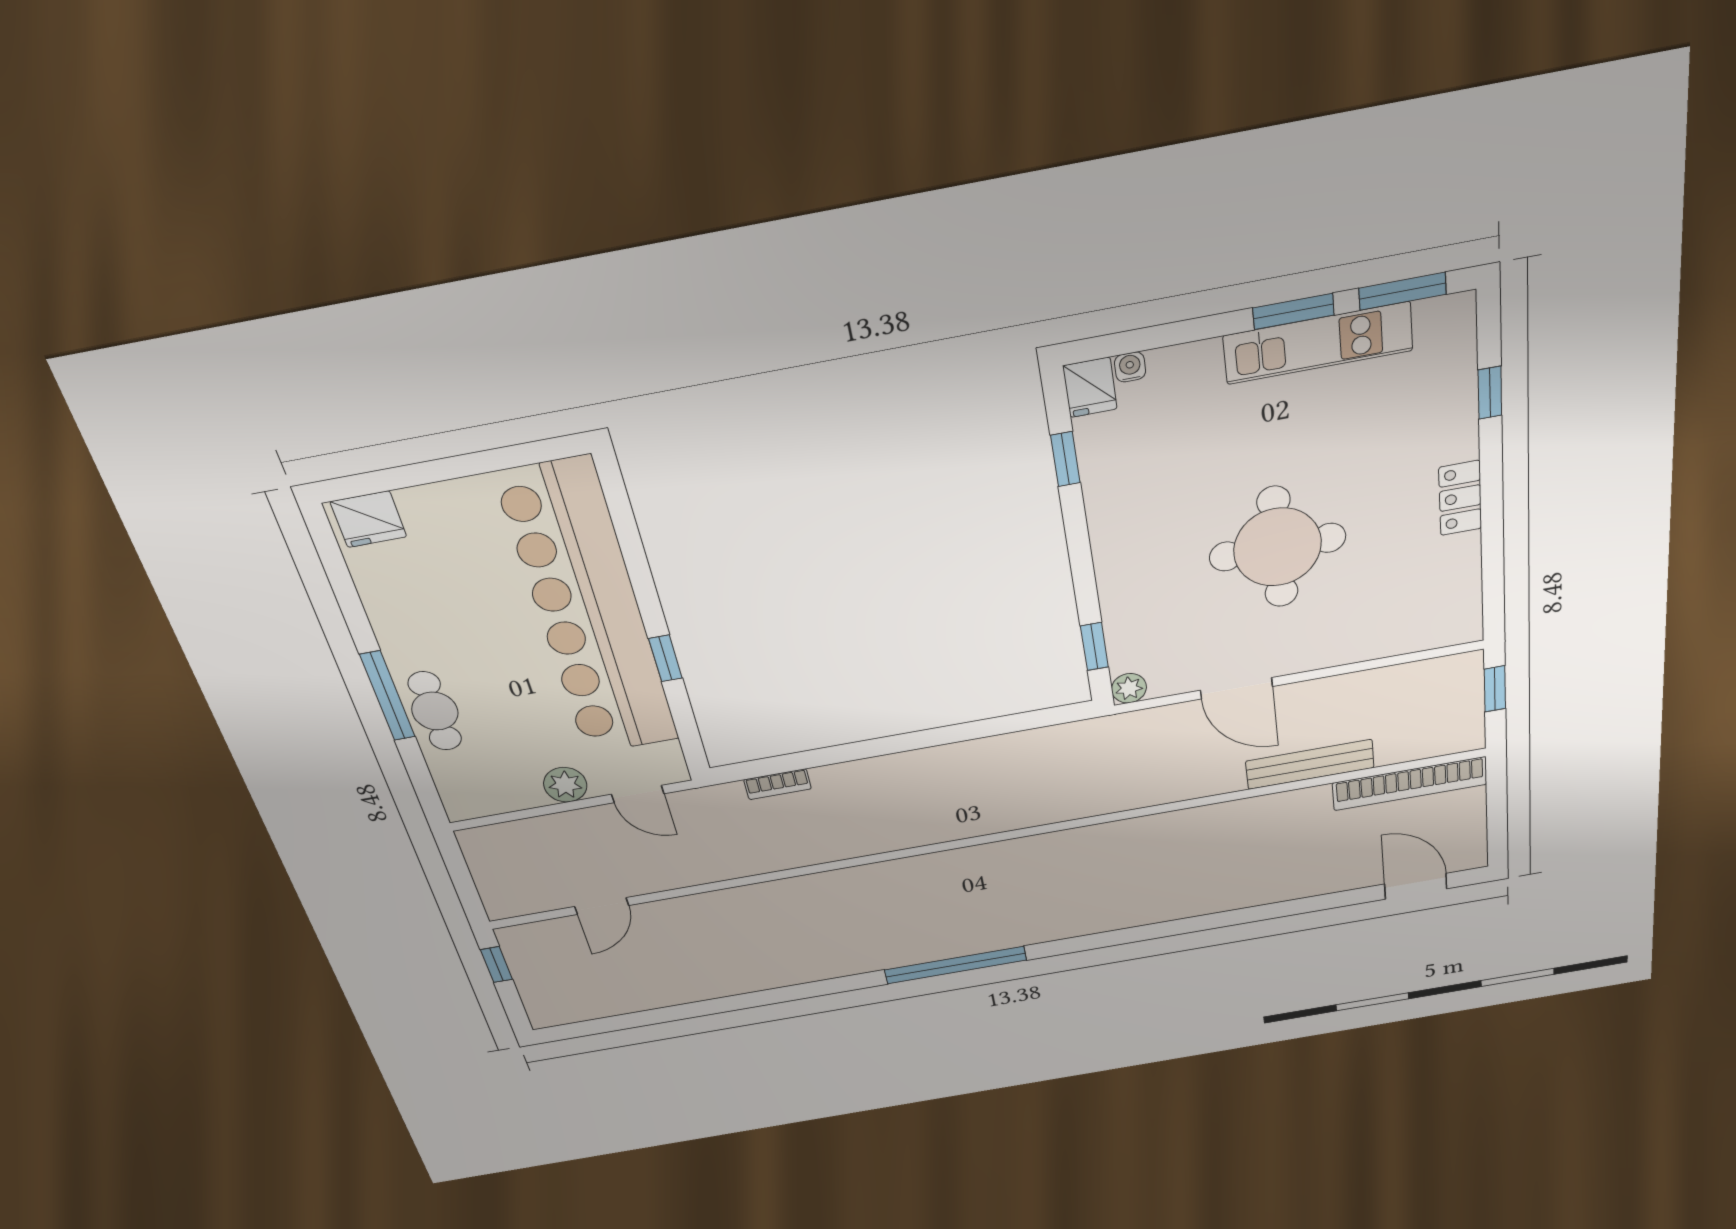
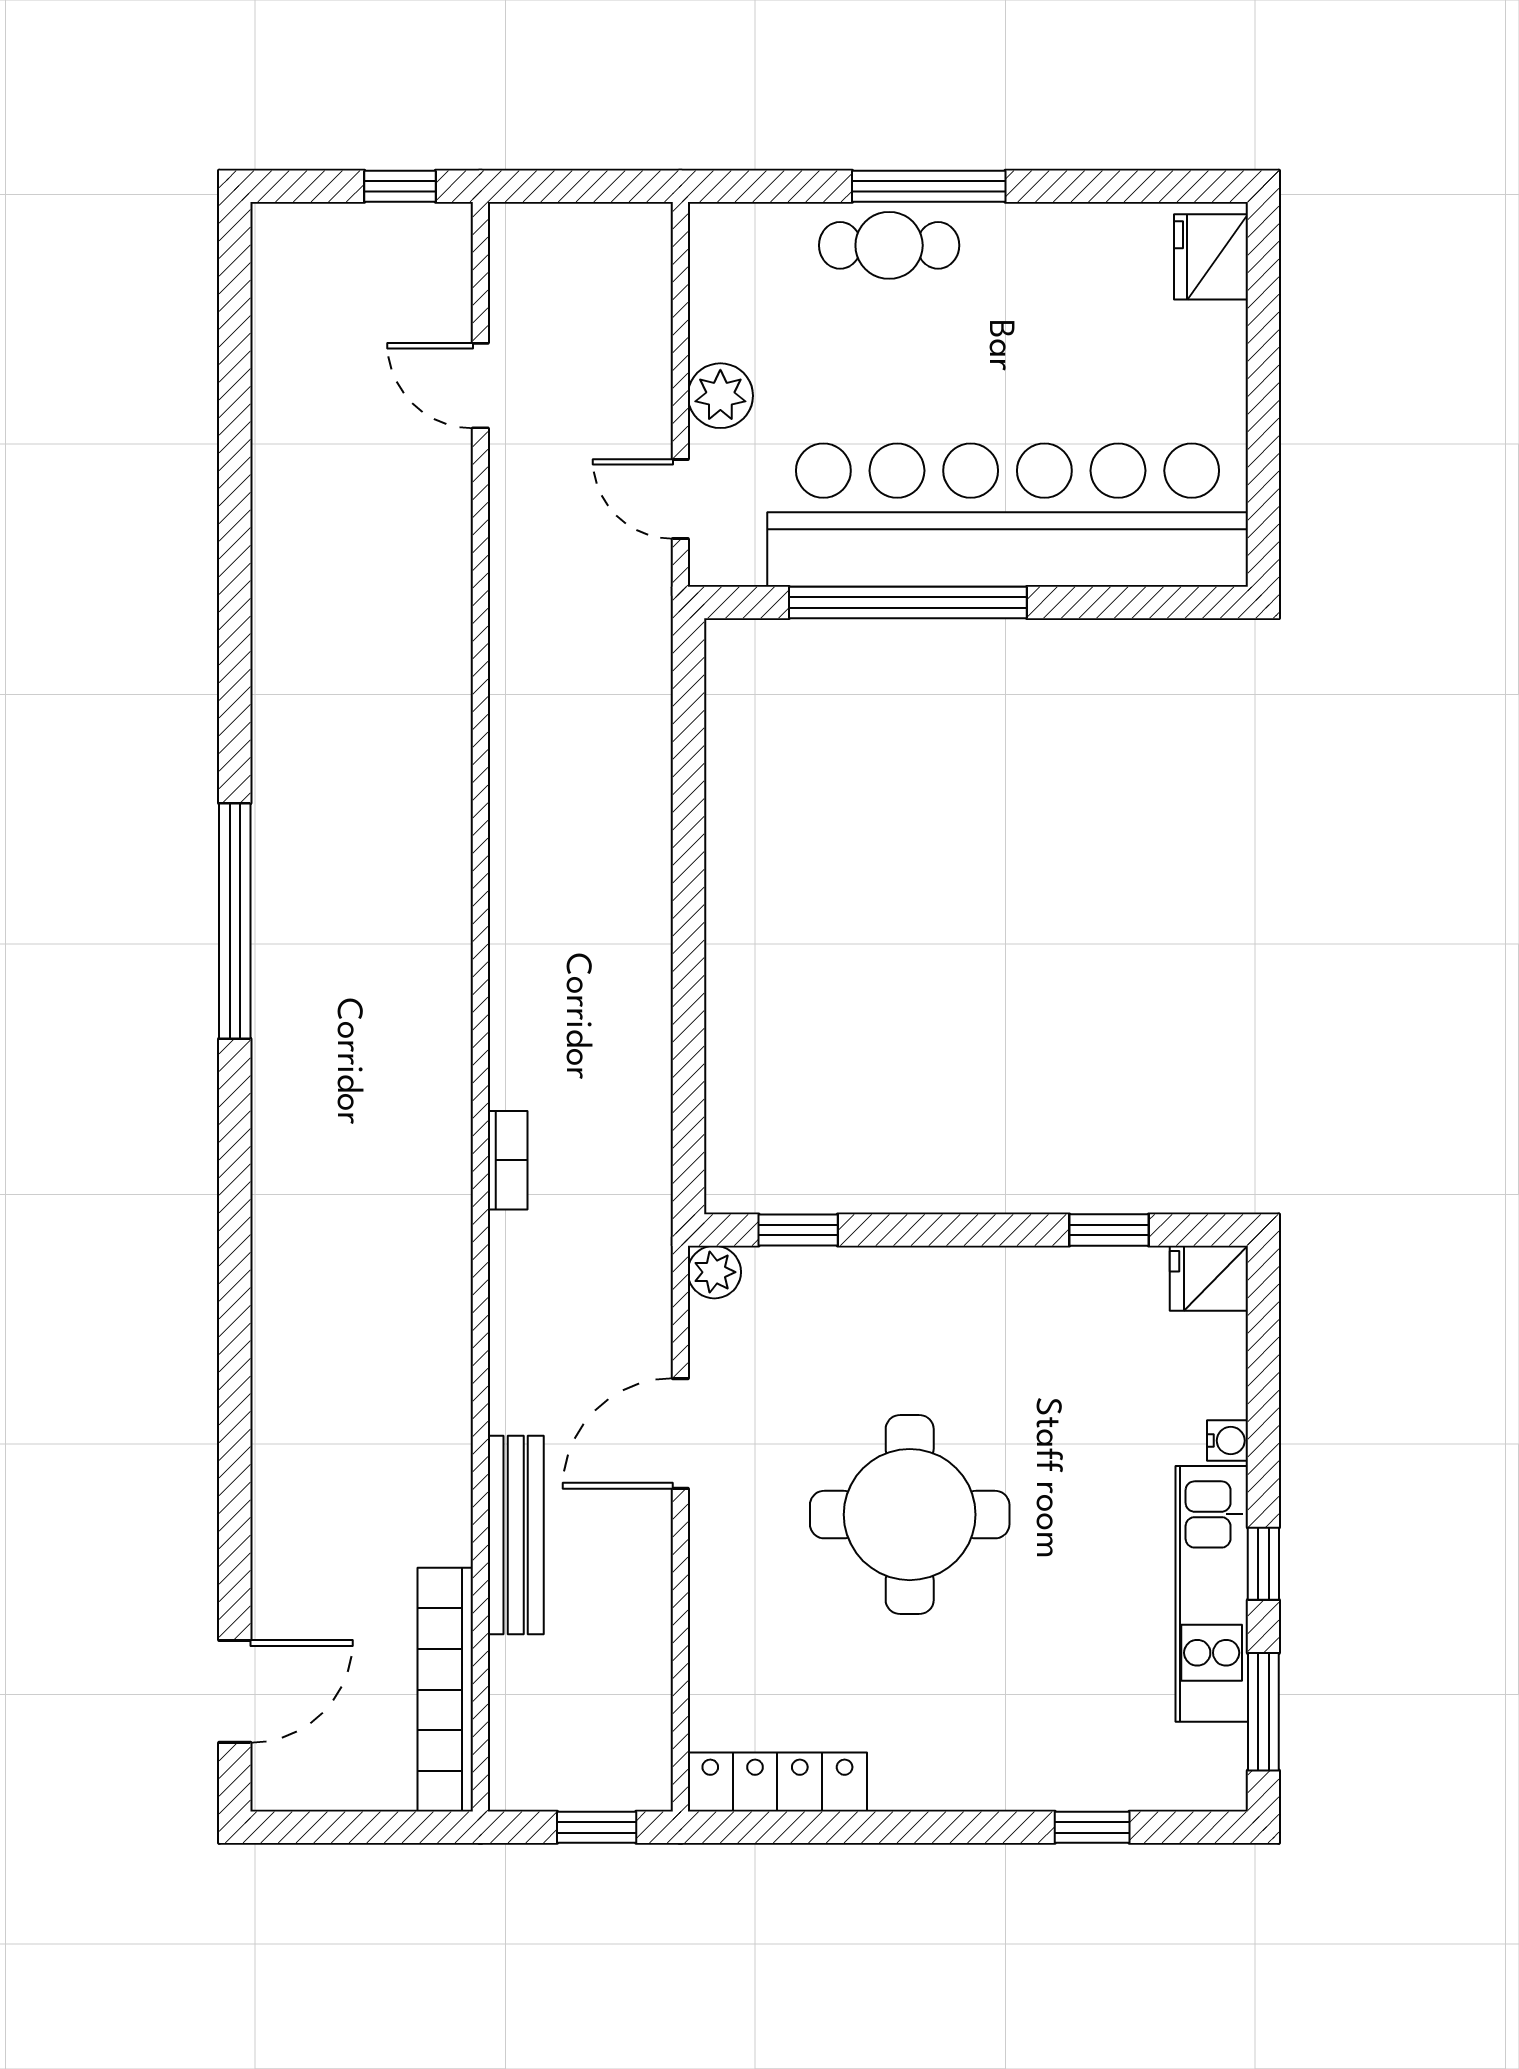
window: (1293, 312) -> (1263, 1564), width x0.67
water cooler: (1130, 367) -> (1227, 1441), moved
locker: (1460, 498) -> (777, 1782), moved, width x1.53
window: (665, 658) -> (908, 603), width x3.17
bookcase: (778, 784) -> (508, 1160), moved, turned 180
door: (638, 794) -> (680, 499), hinge flipped

